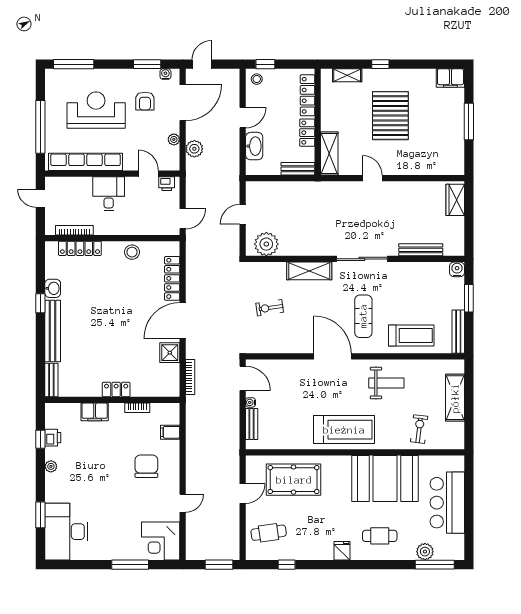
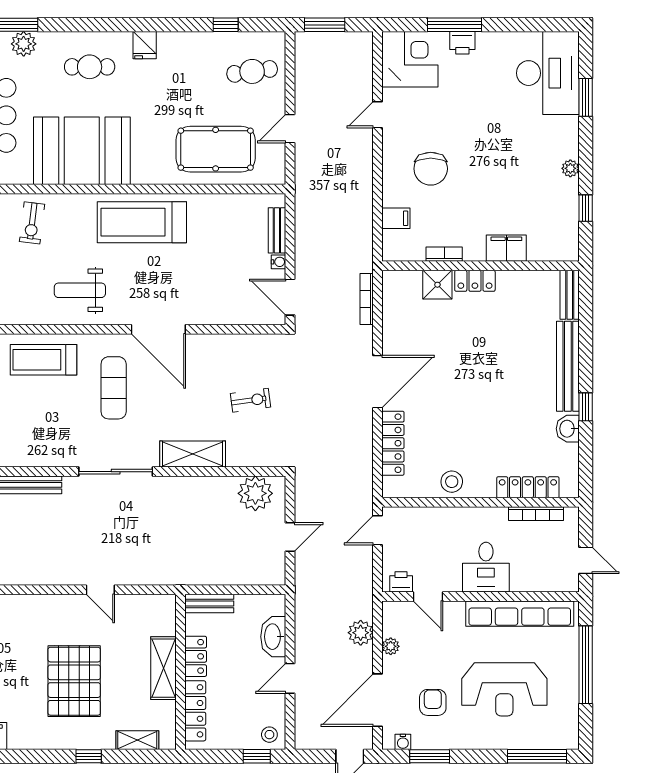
shelving: (329, 154) -> (163, 668), moved
shower: (170, 353) -> (437, 285), moved
printer: (53, 438) -> (462, 43), moved, turned -90

